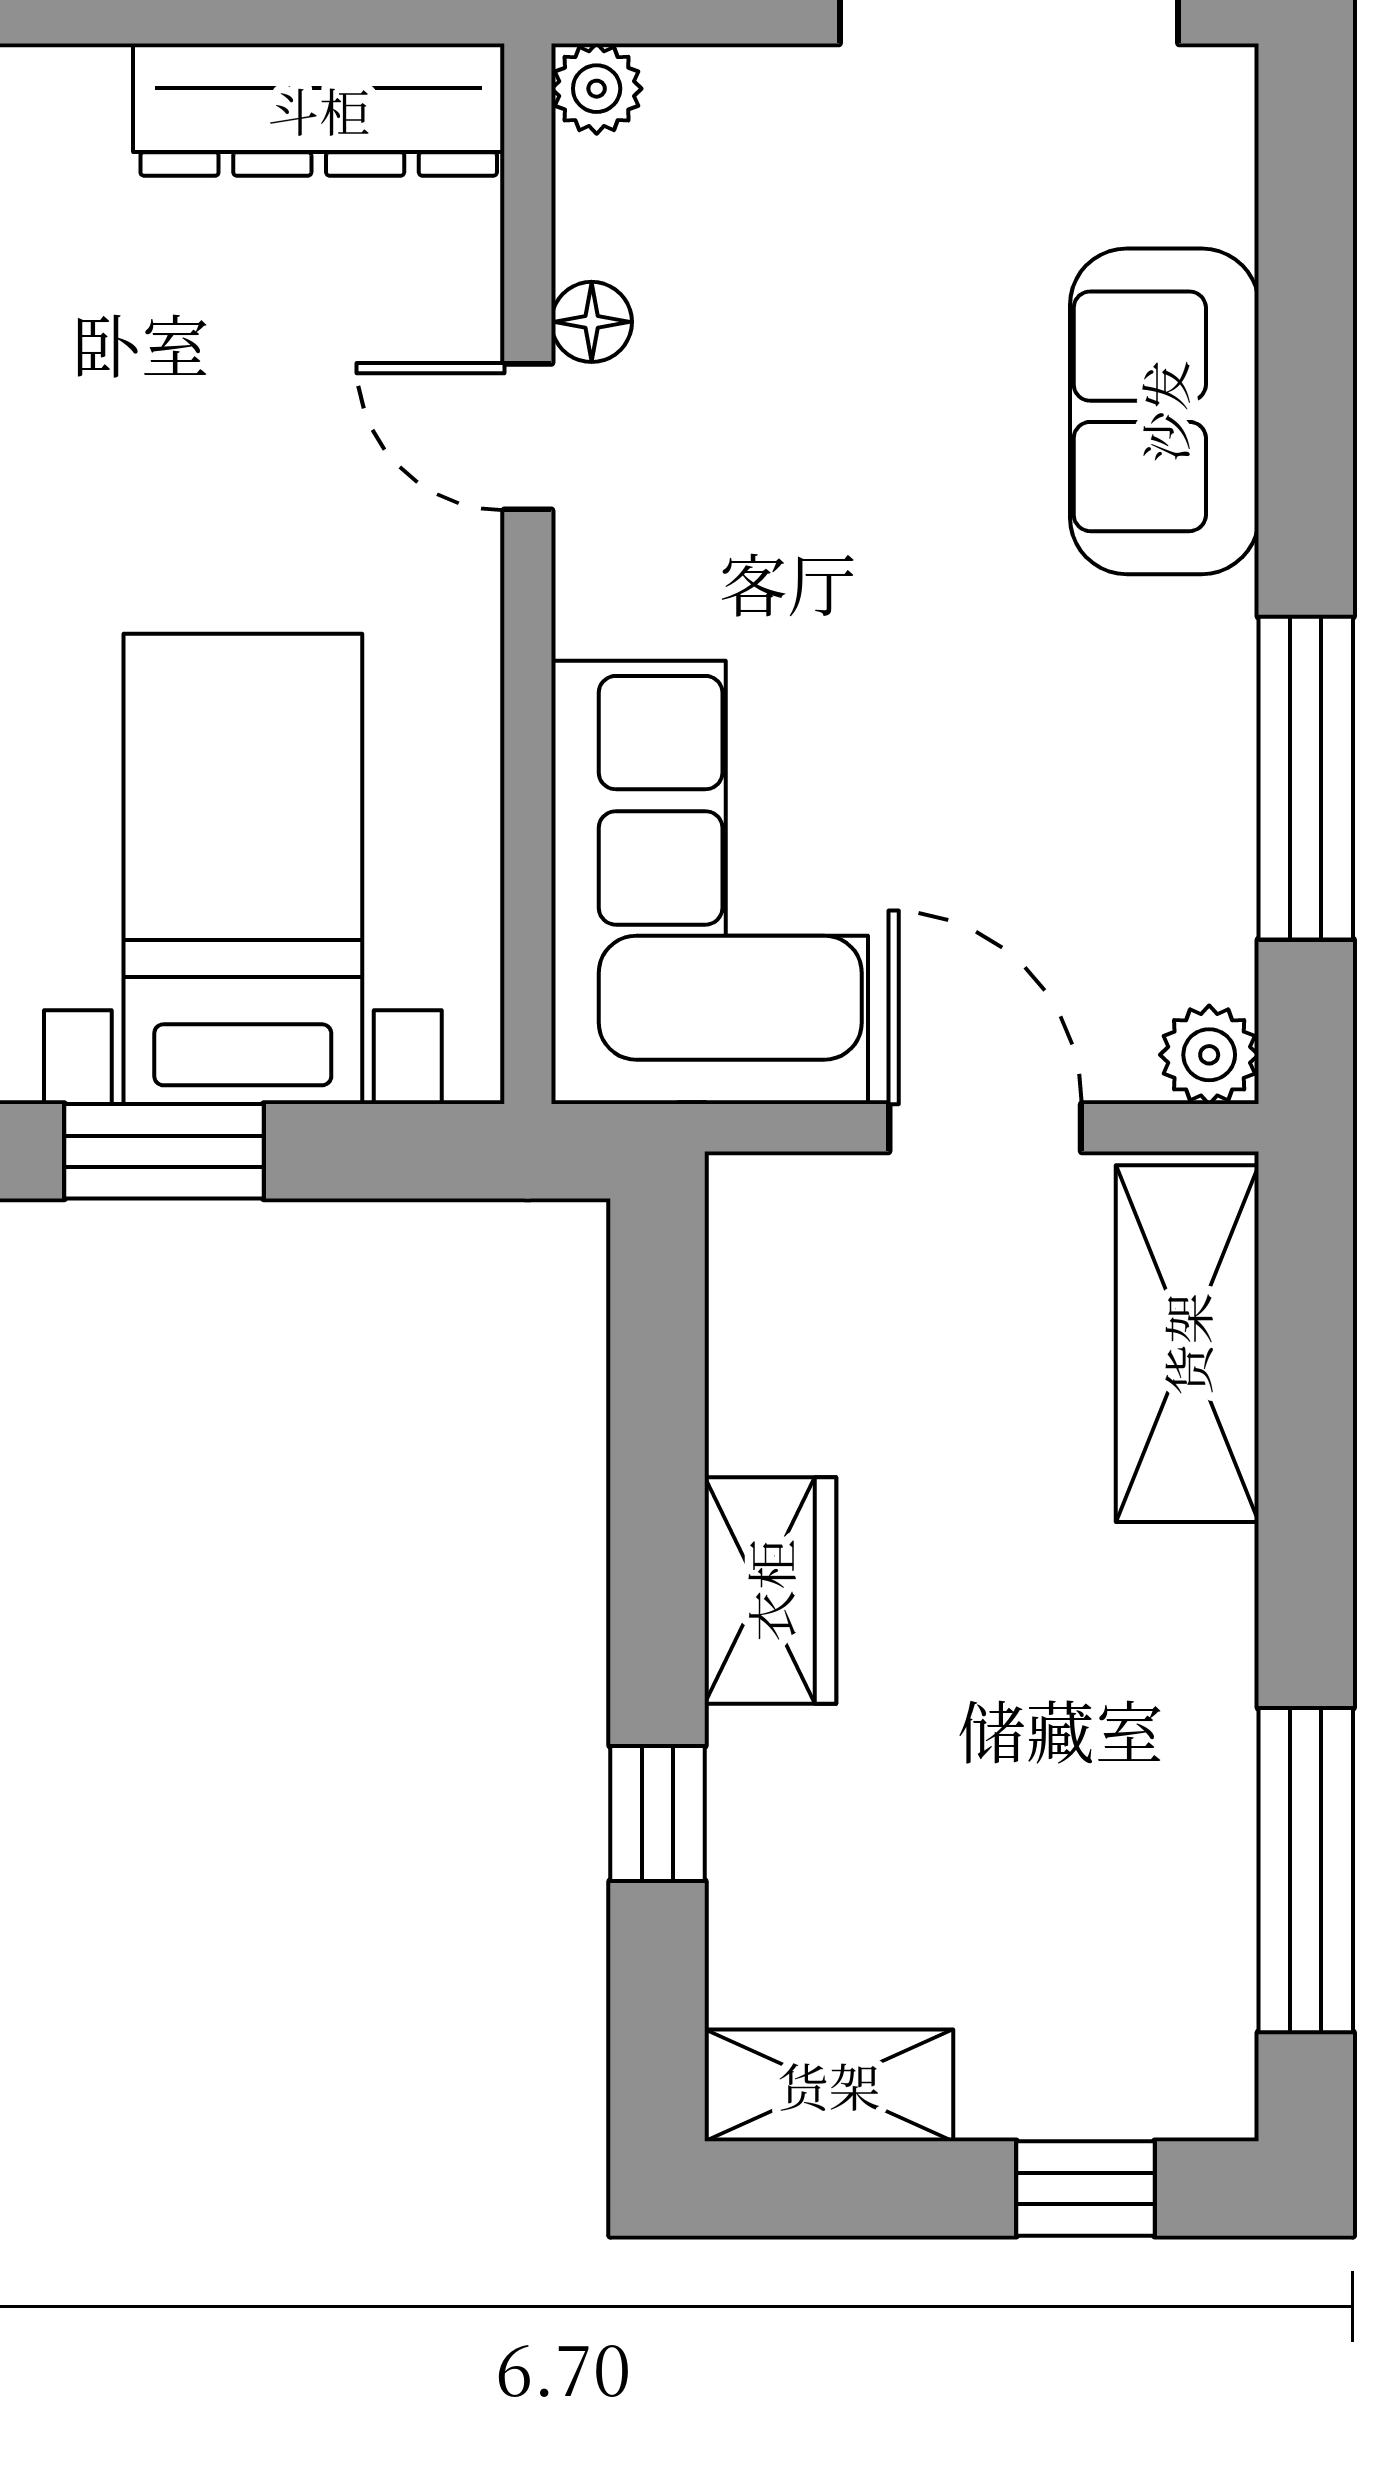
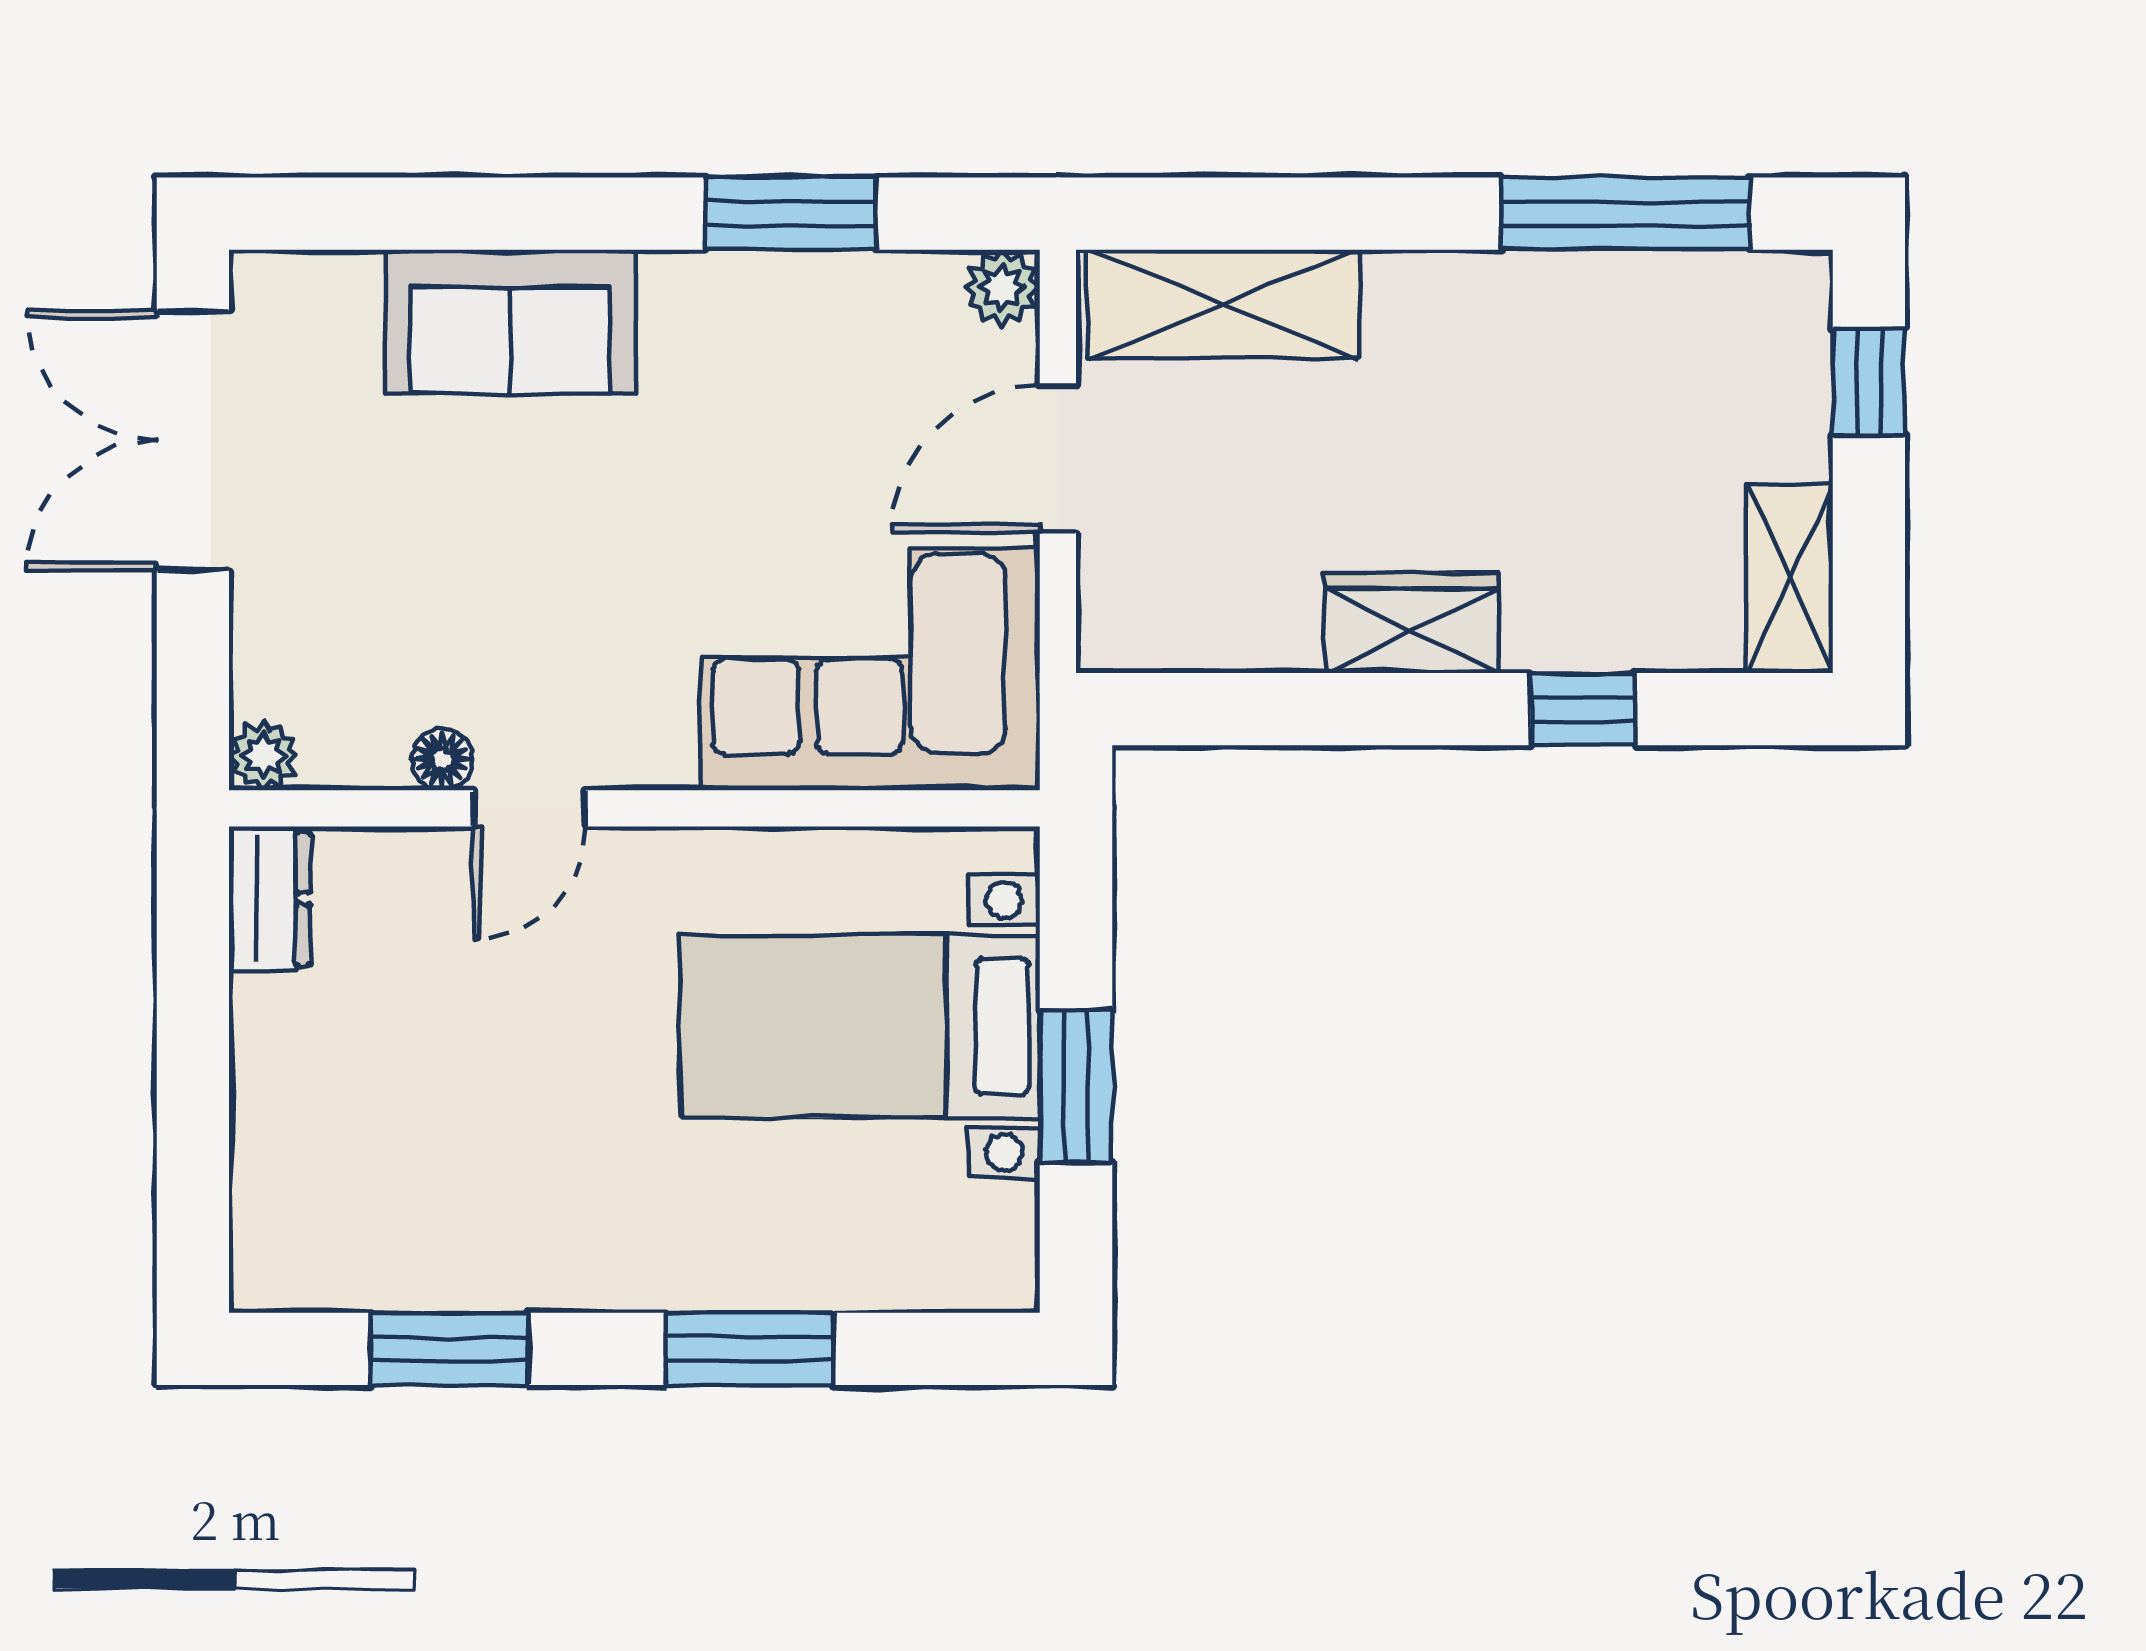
dresser: (319, 110) -> (270, 899), width x0.51, depth x0.80
window: (1306, 778) -> (791, 214), width x0.69

